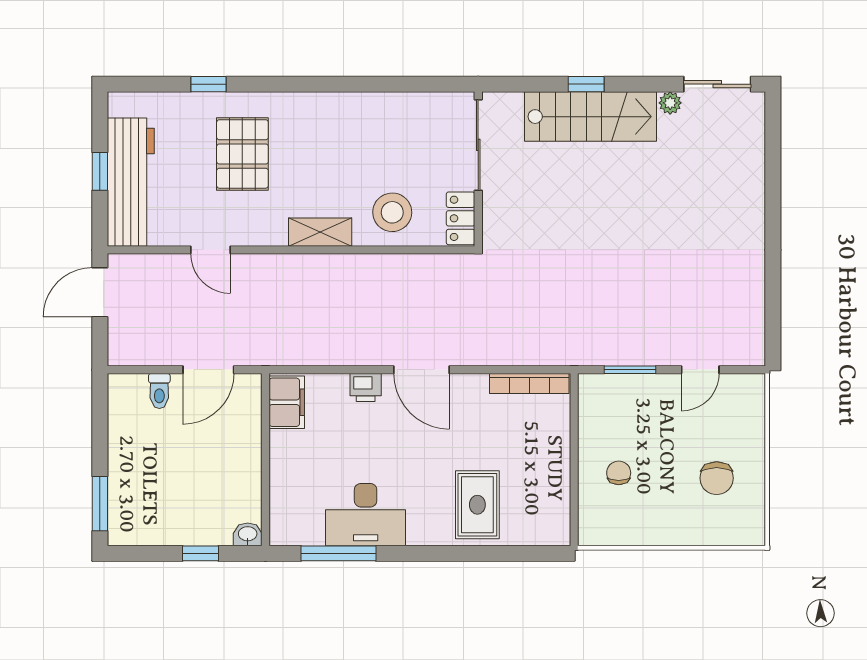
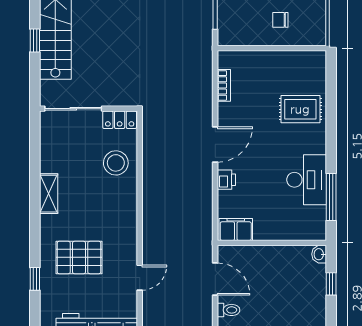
shelving: (320, 232) -> (49, 194), moved
bookcase: (529, 383) -> (224, 85), width x0.64

